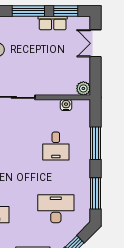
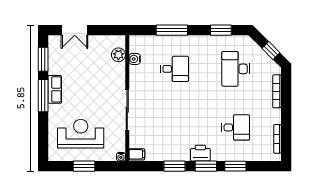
row of seats: (53, 23) -> (55, 89), moved
plant: (83, 88) -> (118, 55), moved
window: (96, 193) -> (221, 30), width x0.69

